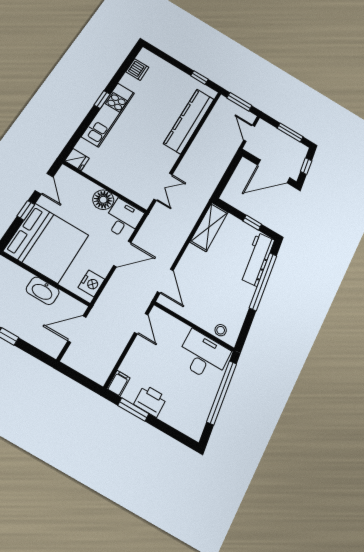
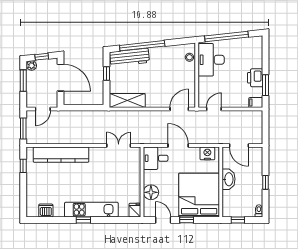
plant: (302, 150) -> (32, 66), added
door: (44, 184) -> (163, 220), hinge flipped
floor lamp: (103, 200) -> (151, 192), moved

